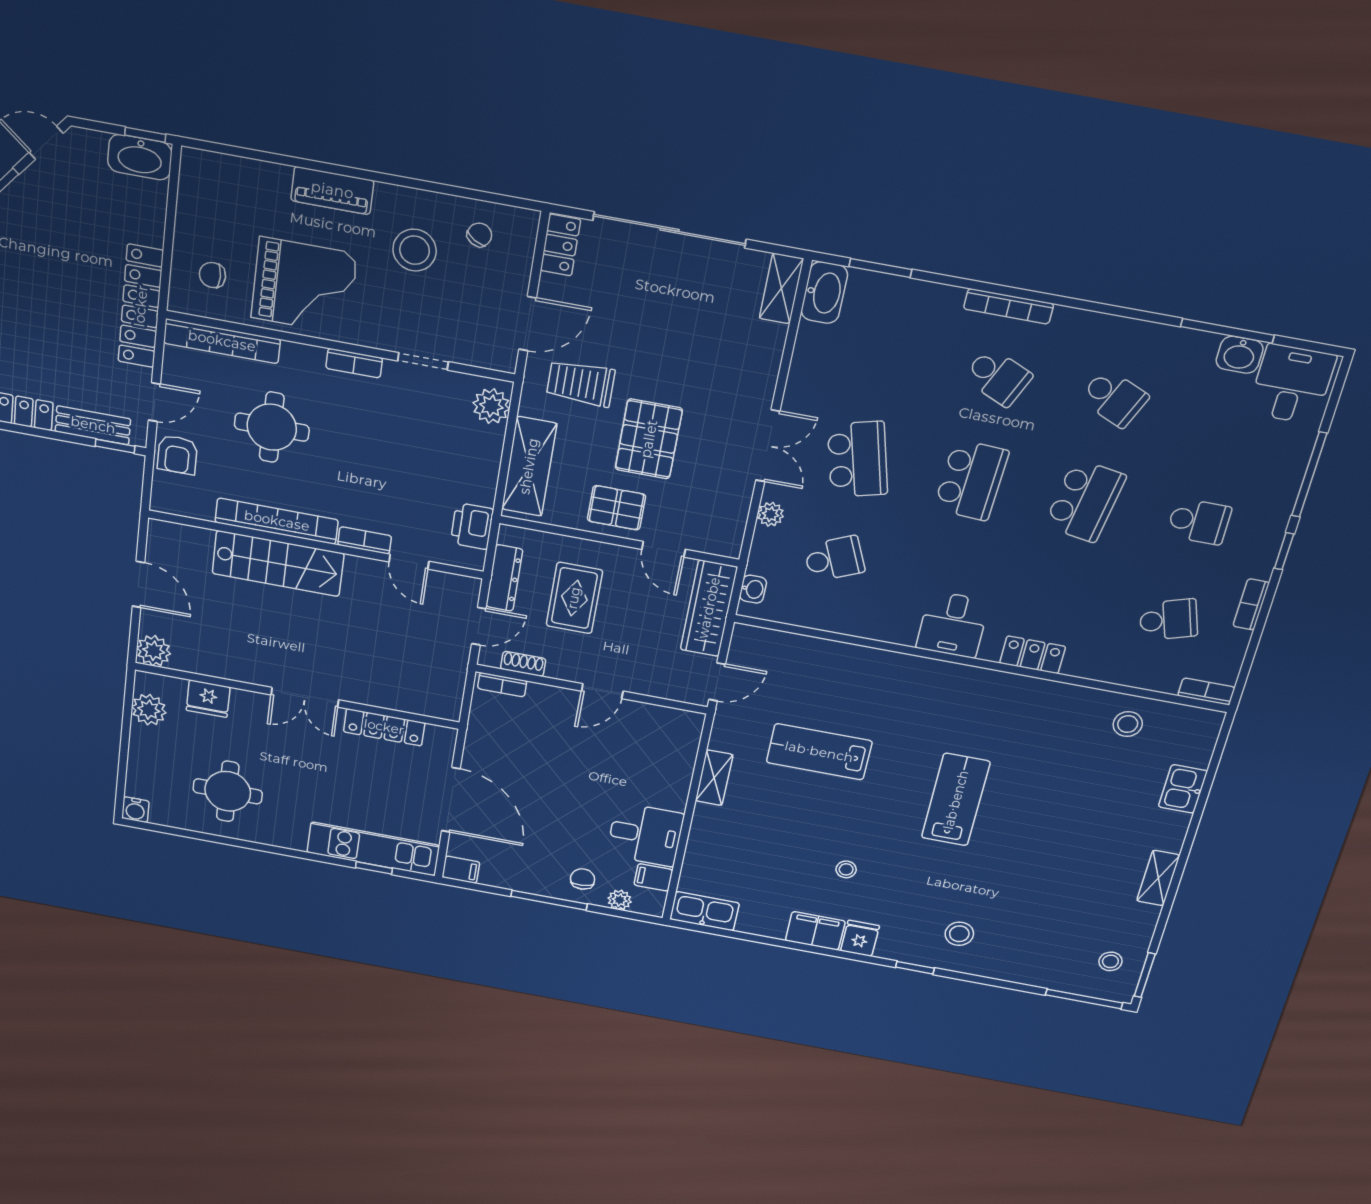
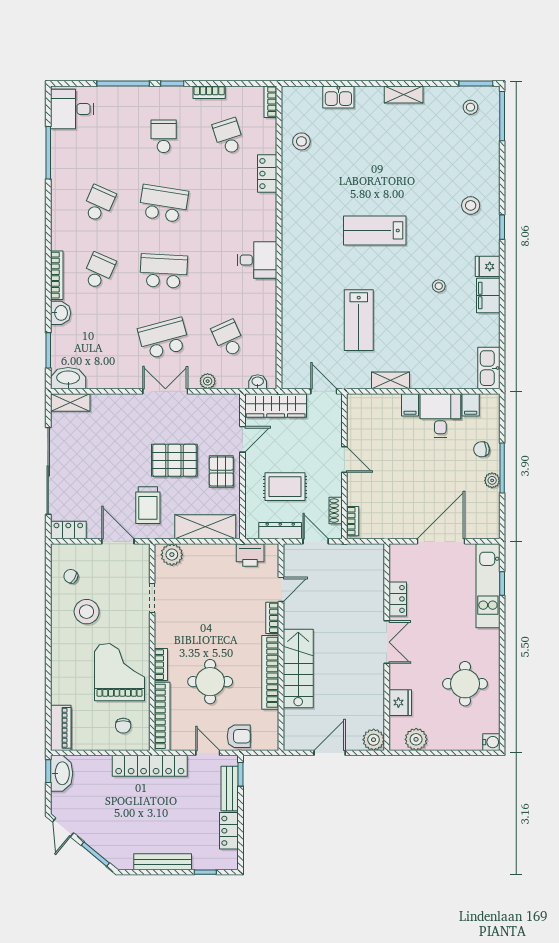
piano: (332, 190) -> (61, 728), moved
washbasin: (1240, 355) -> (61, 313), moved
bookcase: (354, 363) -> (161, 665), moved
locker: (1033, 655) -> (267, 174), moved
locker: (384, 727) -> (398, 599), width x0.66
filing cabinet: (461, 870) -> (410, 405), moved, turned 180
plant: (620, 900) -> (492, 480), moved

